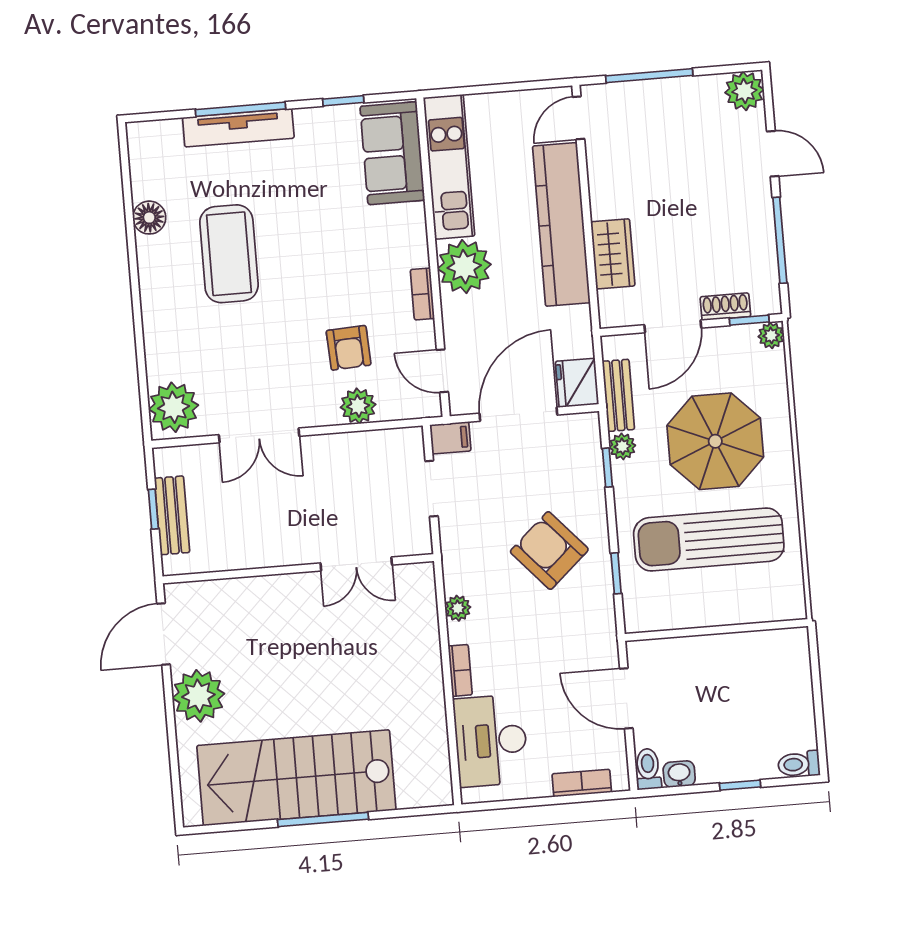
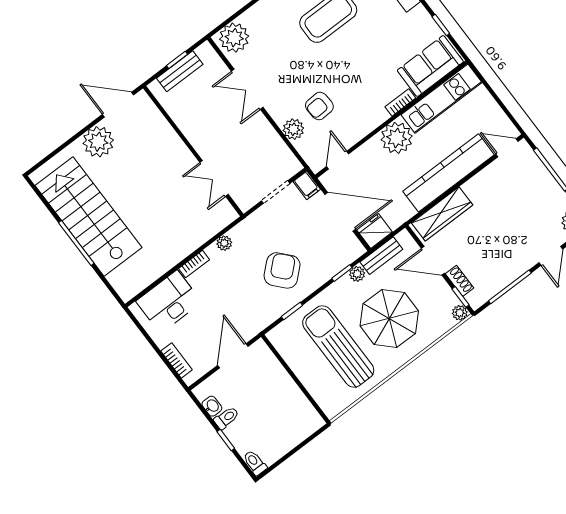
wardrobe: (613, 254) -> (442, 214), width x1.50
bookcase: (422, 294) -> (400, 102), moved
toilet: (648, 769) -> (226, 418), moved

